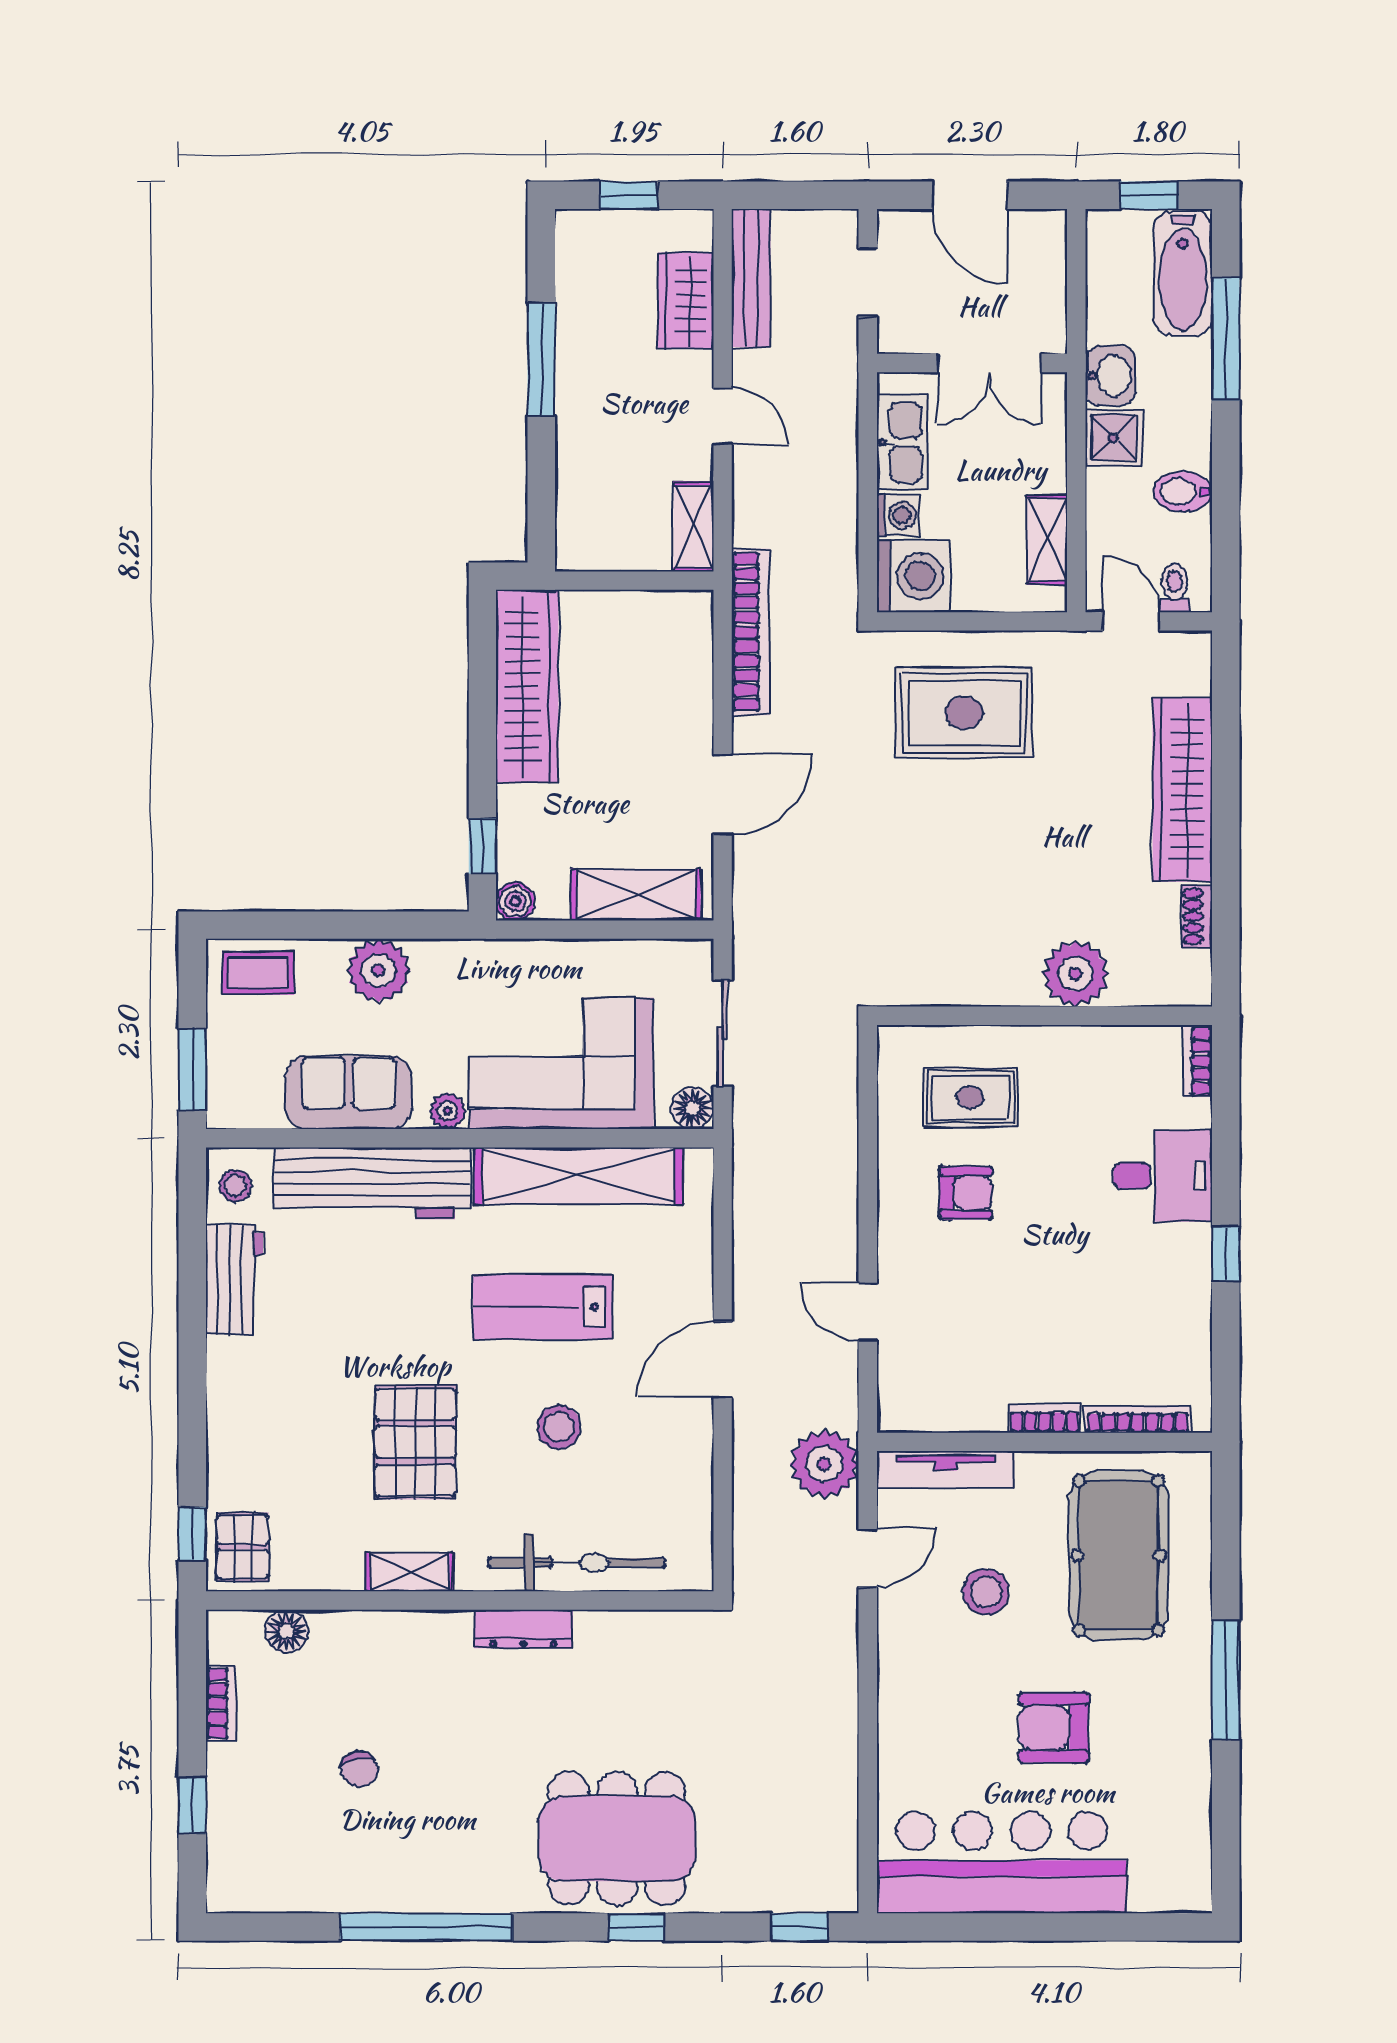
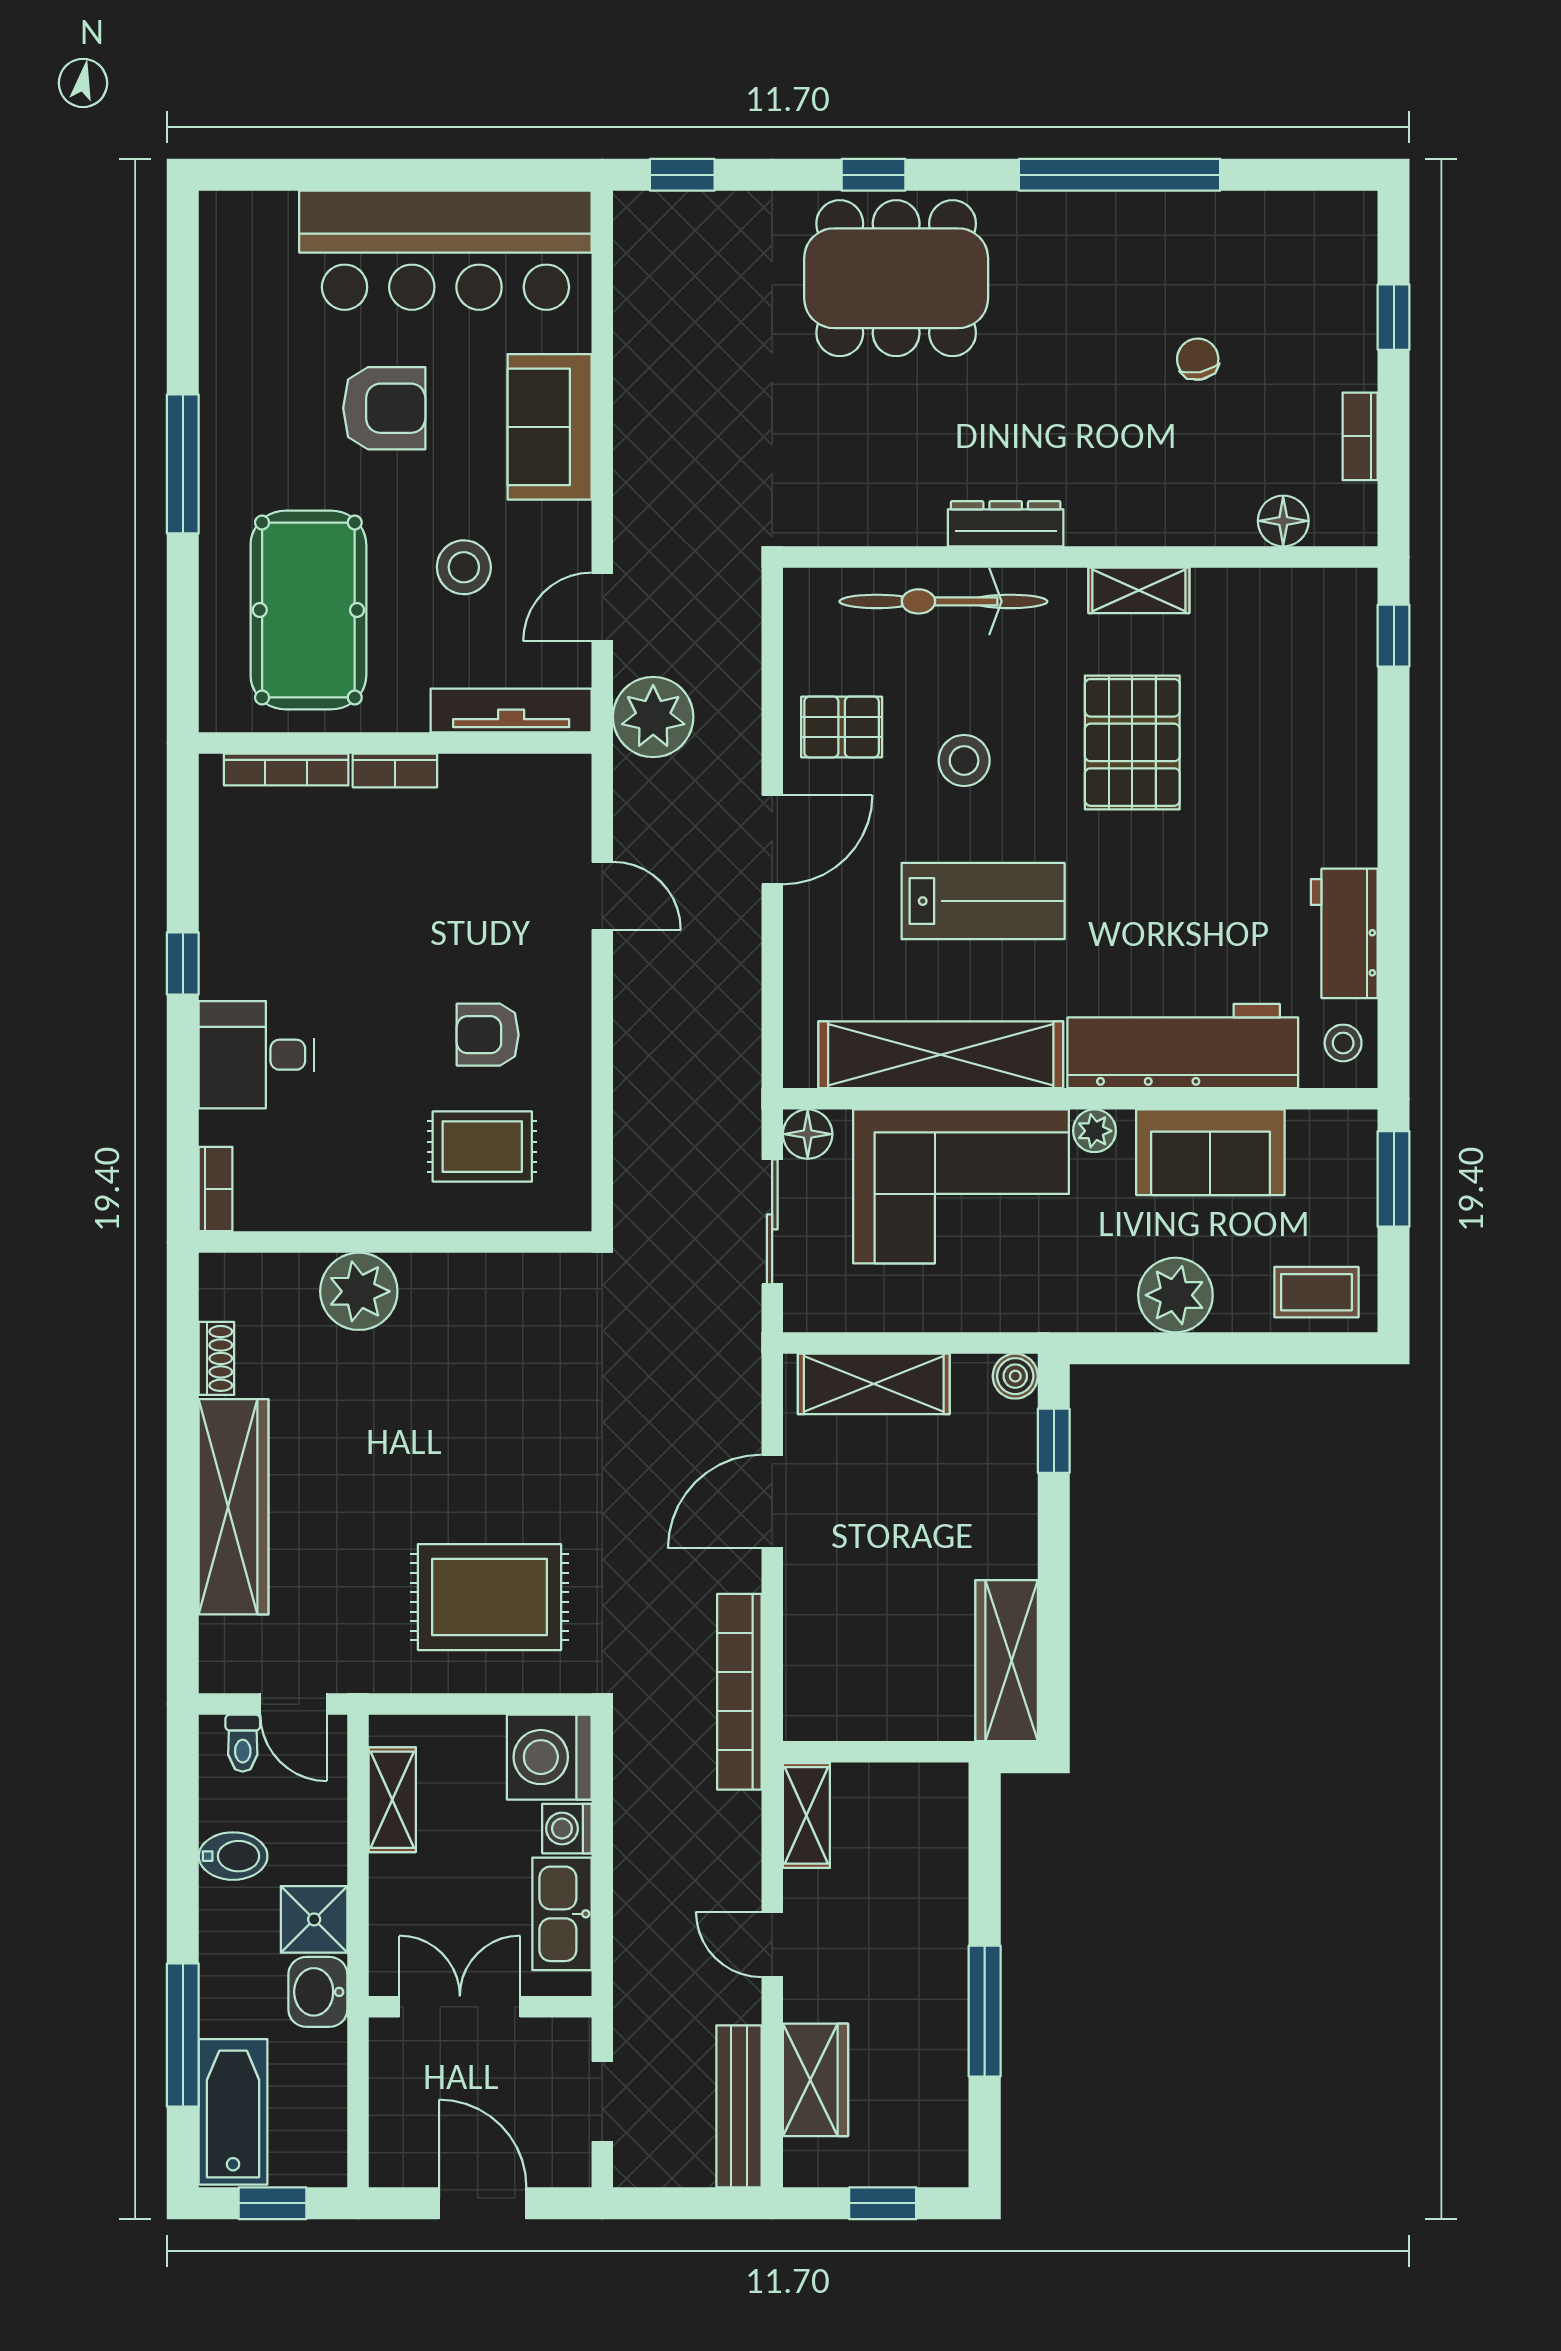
wardrobe: (527, 686) -> (1007, 1661), width x0.71, depth x0.85
pallet: (243, 1547) -> (842, 727), moved, turned 90
sofa: (913, 1712) -> (550, 427), added

